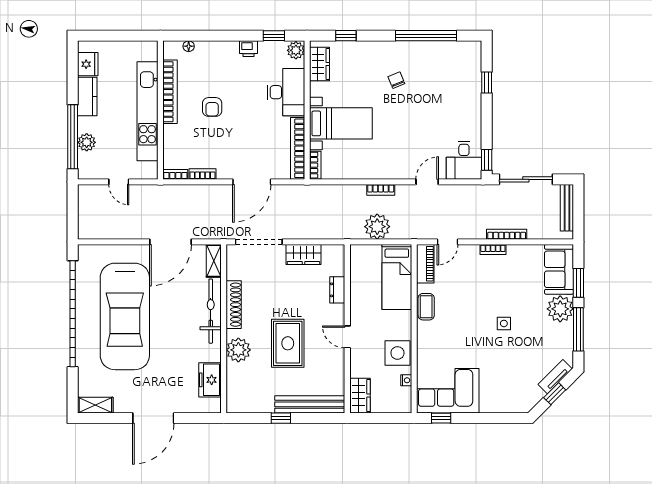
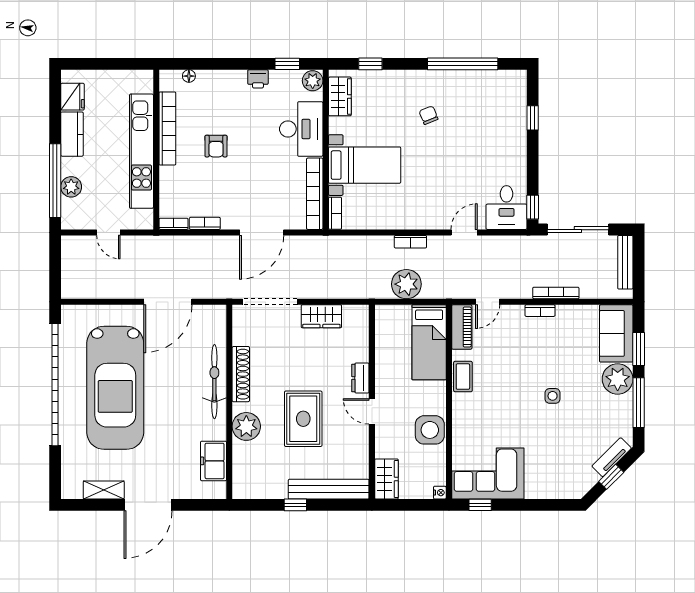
shelving: (214, 261) -> (218, 324), removed
dresser: (337, 290) -> (360, 378), moved
nightstand: (406, 380) -> (440, 493), moved
shelving: (95, 405) -> (104, 490), moved

